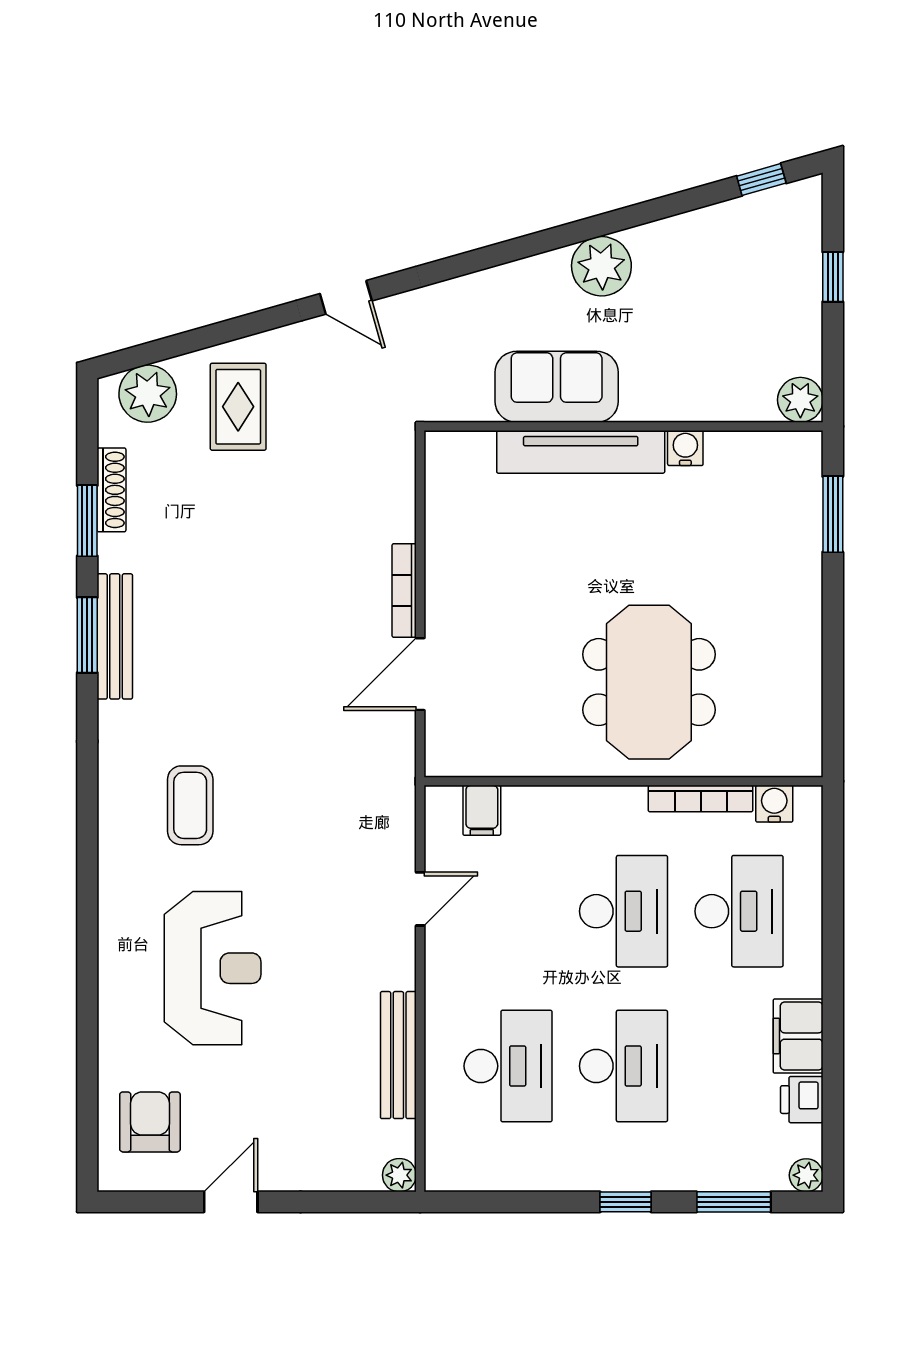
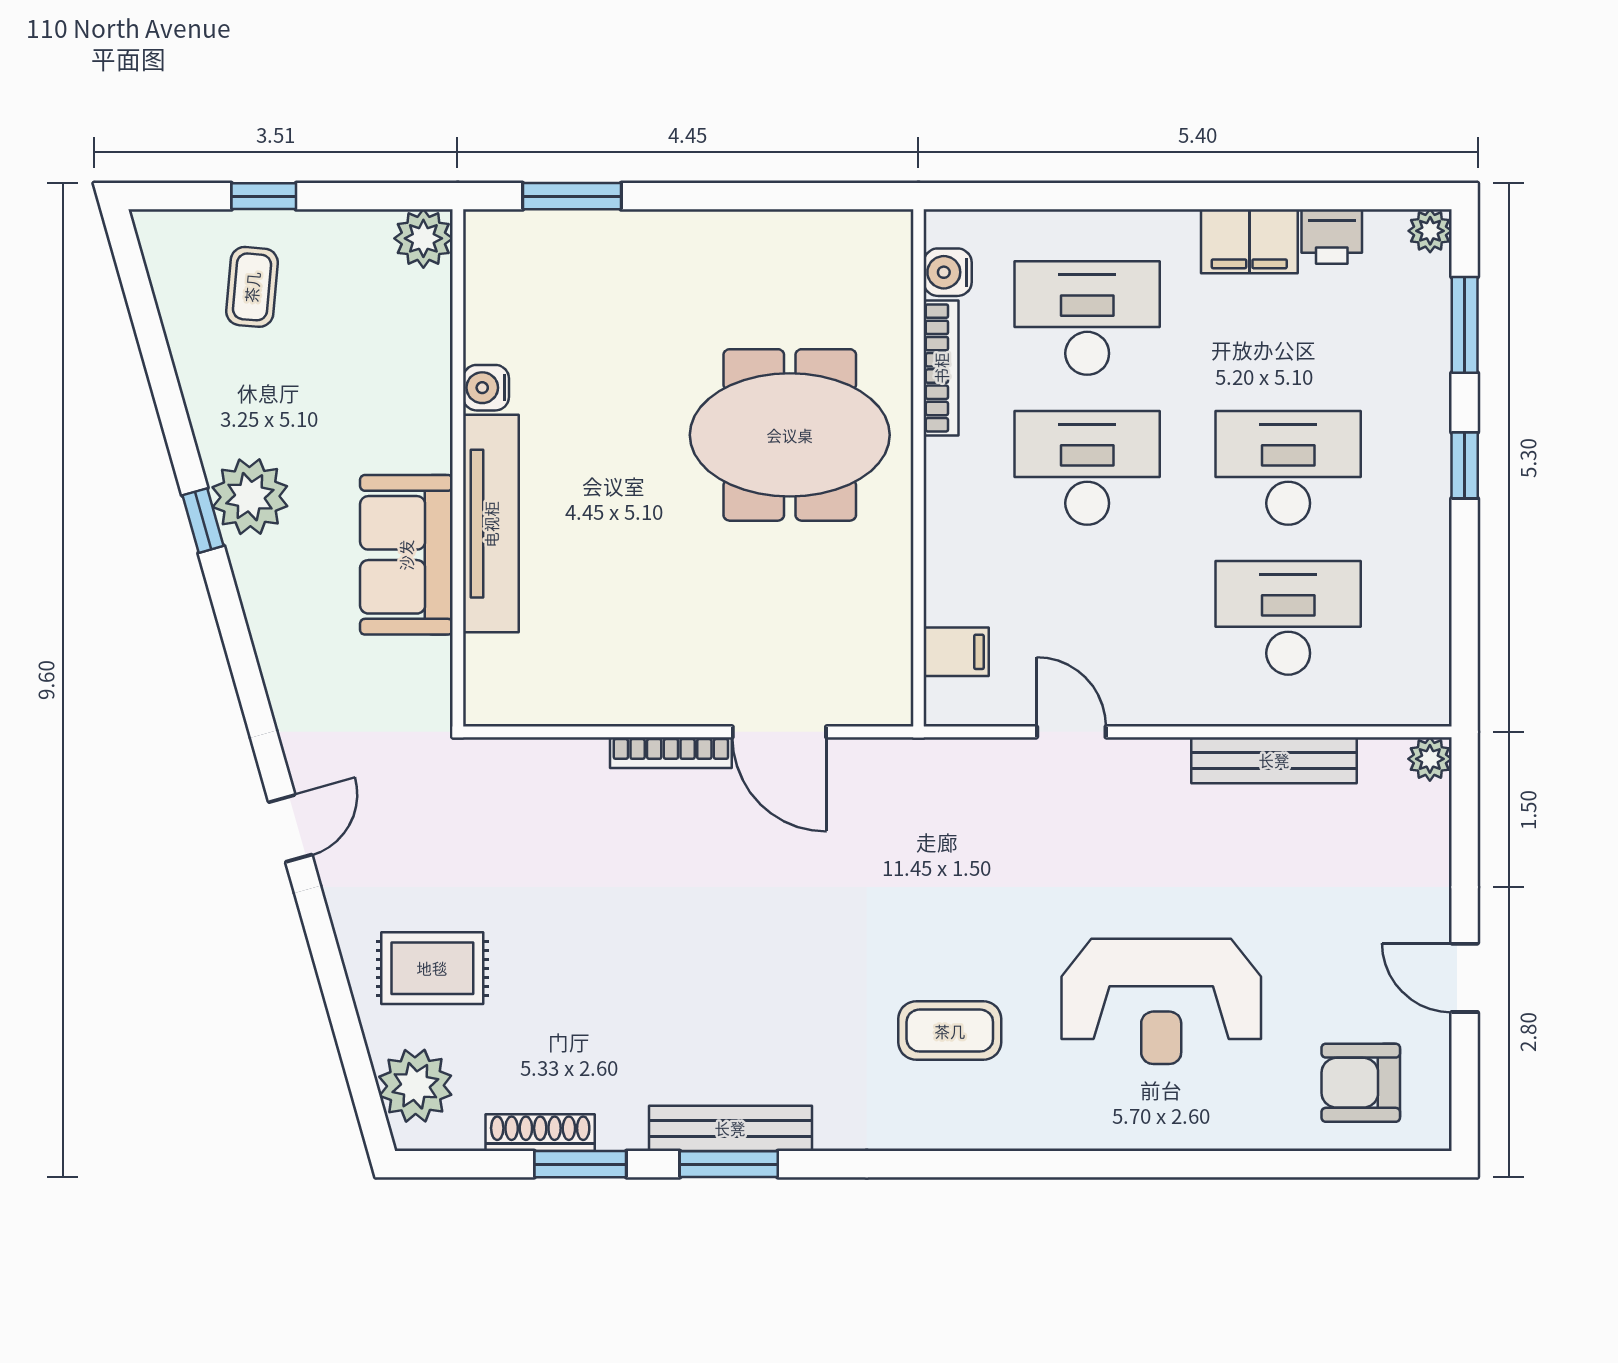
window: (761, 180) -> (203, 521), moved
coffee table: (763, 268) -> (252, 287), added
reception desk: (213, 968) -> (1161, 1001), turned 180

